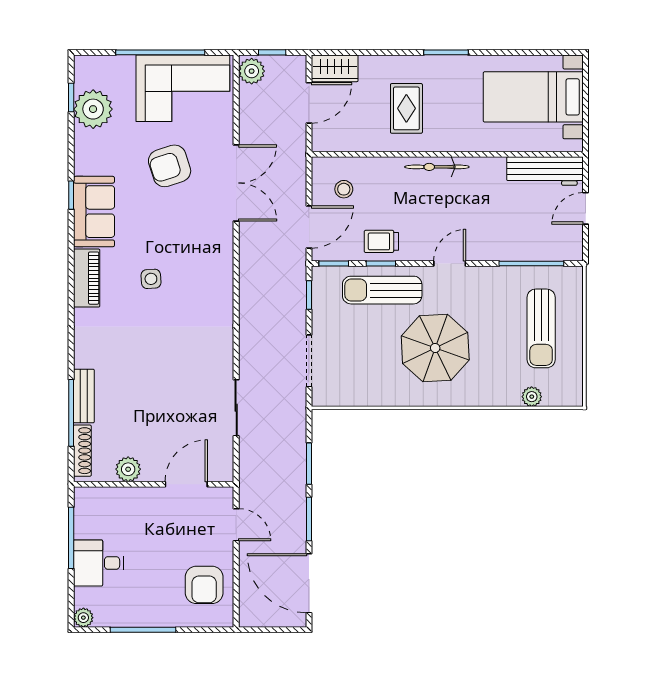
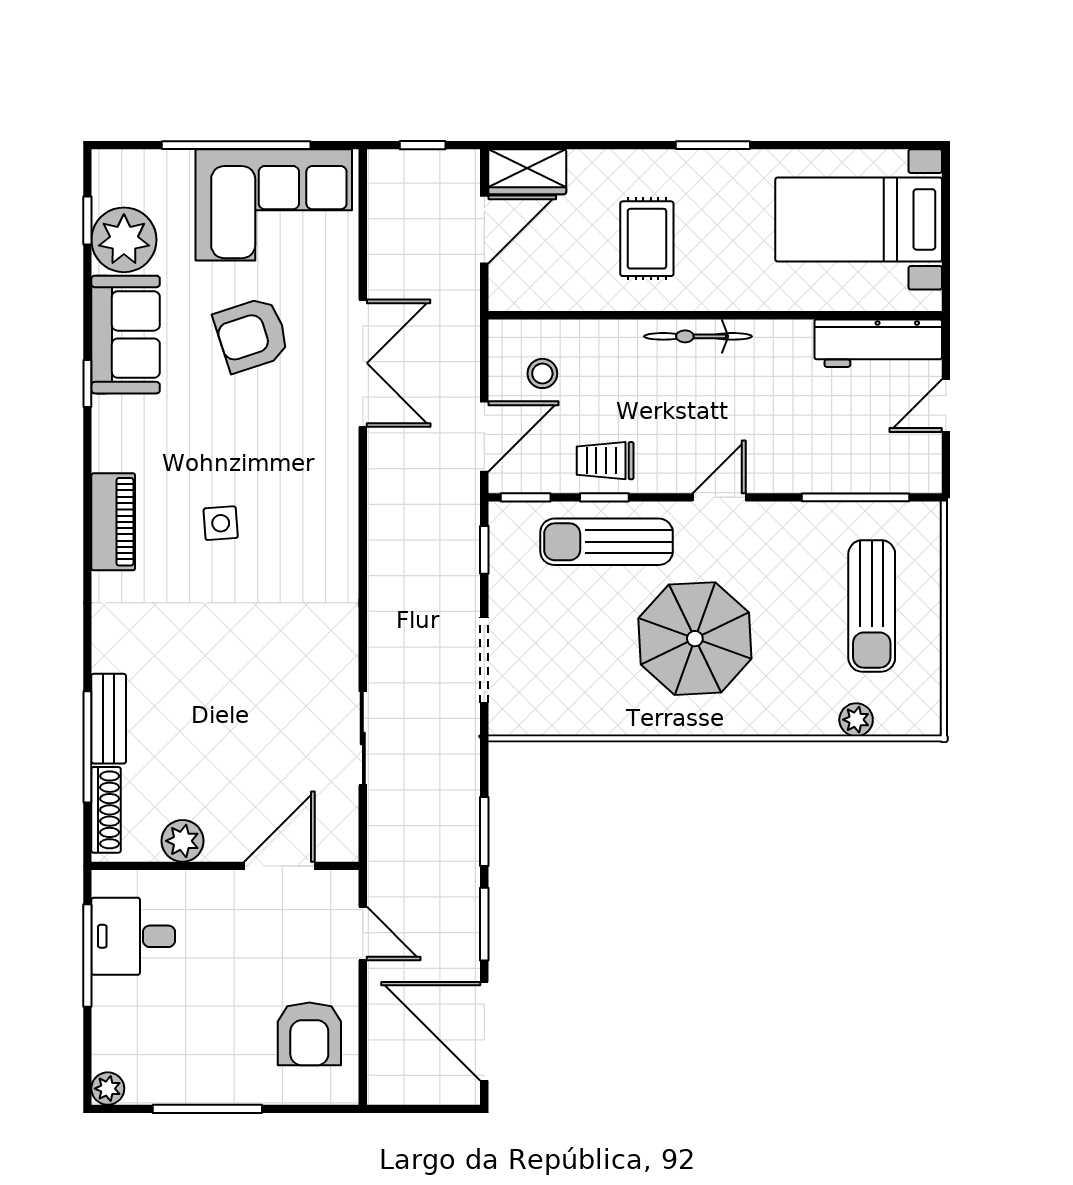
plant: (252, 71) -> (389, 176), removed
sofa: (94, 212) -> (126, 335), moved
desk: (99, 563) -> (133, 936), moved

